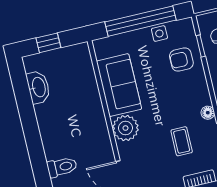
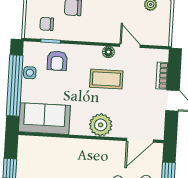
sofa: (119, 85) -> (44, 119), moved
coffee table: (182, 141) -> (106, 79), moved, width x1.36, depth x1.30

